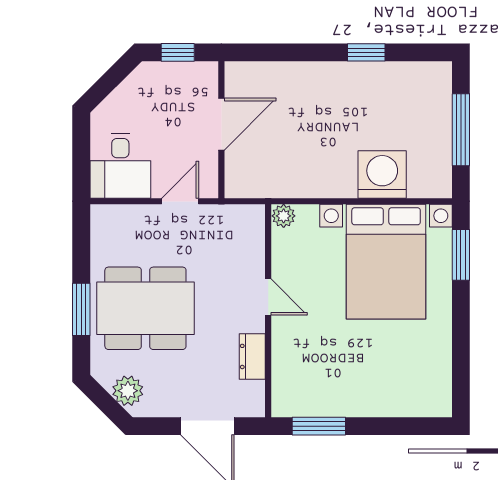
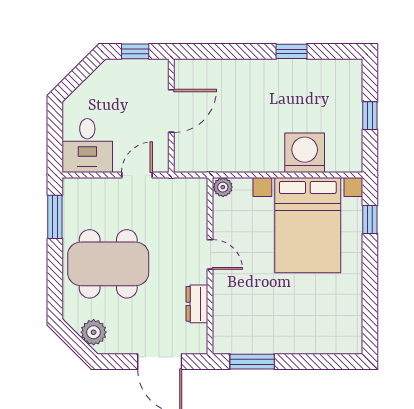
window: (461, 130) -> (370, 116), width x0.46
window: (461, 255) -> (370, 219), width x0.67
window: (81, 309) -> (55, 217), moved

